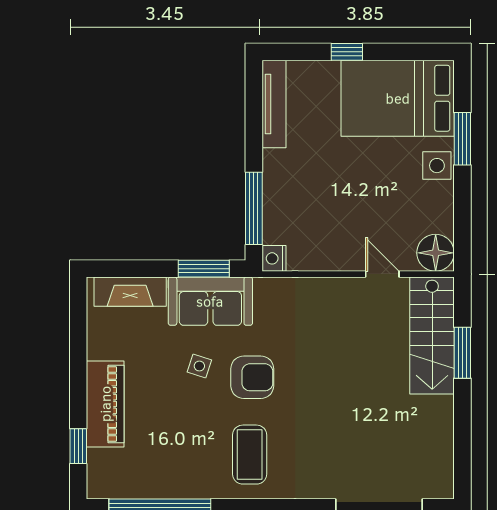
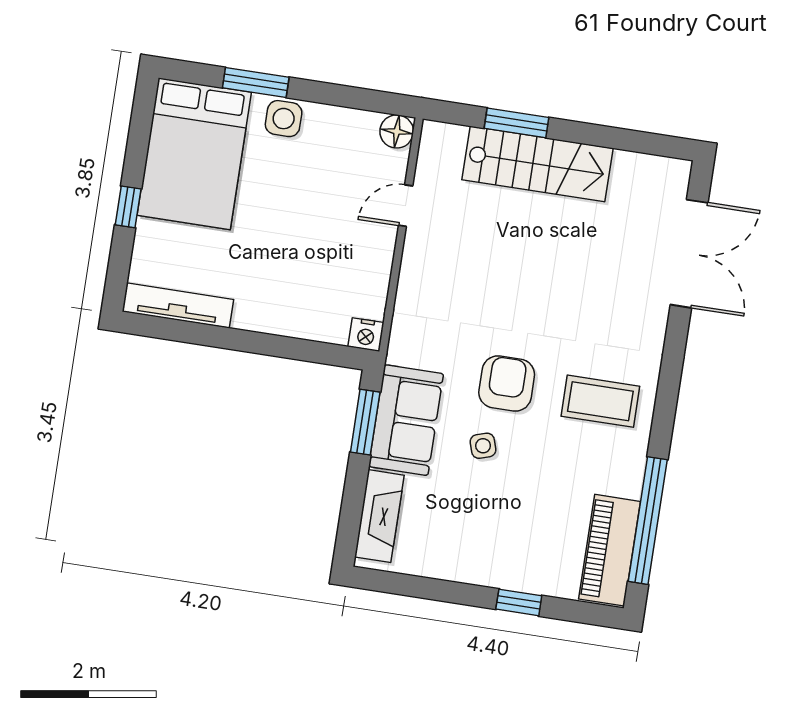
window: (254, 208) -> (301, 350), removed
floor lamp: (436, 253) -> (397, 131), width x0.73, depth x0.73
stairs: (432, 335) -> (538, 164), moved
side table: (199, 366) -> (483, 446), turned -36
piano: (105, 404) -> (610, 550), moved, turned -90
window: (78, 446) -> (519, 602), moved

